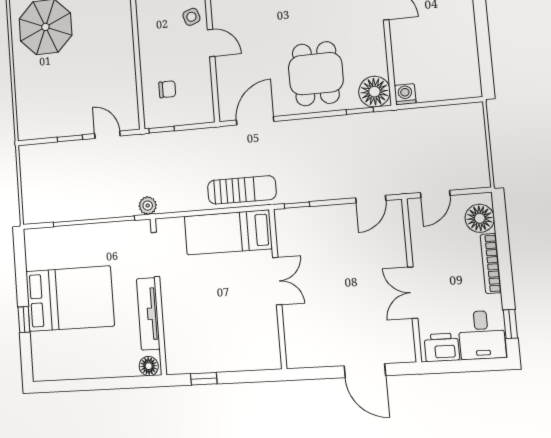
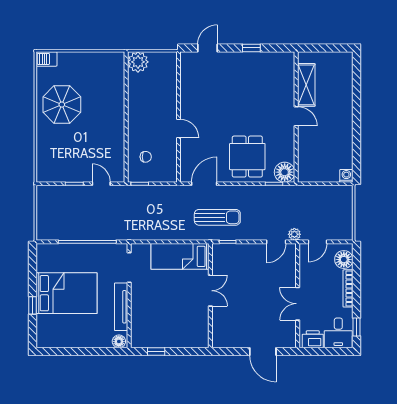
side table: (191, 17) -> (166, 109), removed
washing machine: (405, 94) -> (346, 176), moved
sun lounger: (242, 190) -> (217, 217), moved
plant: (148, 206) -> (294, 234), moved

